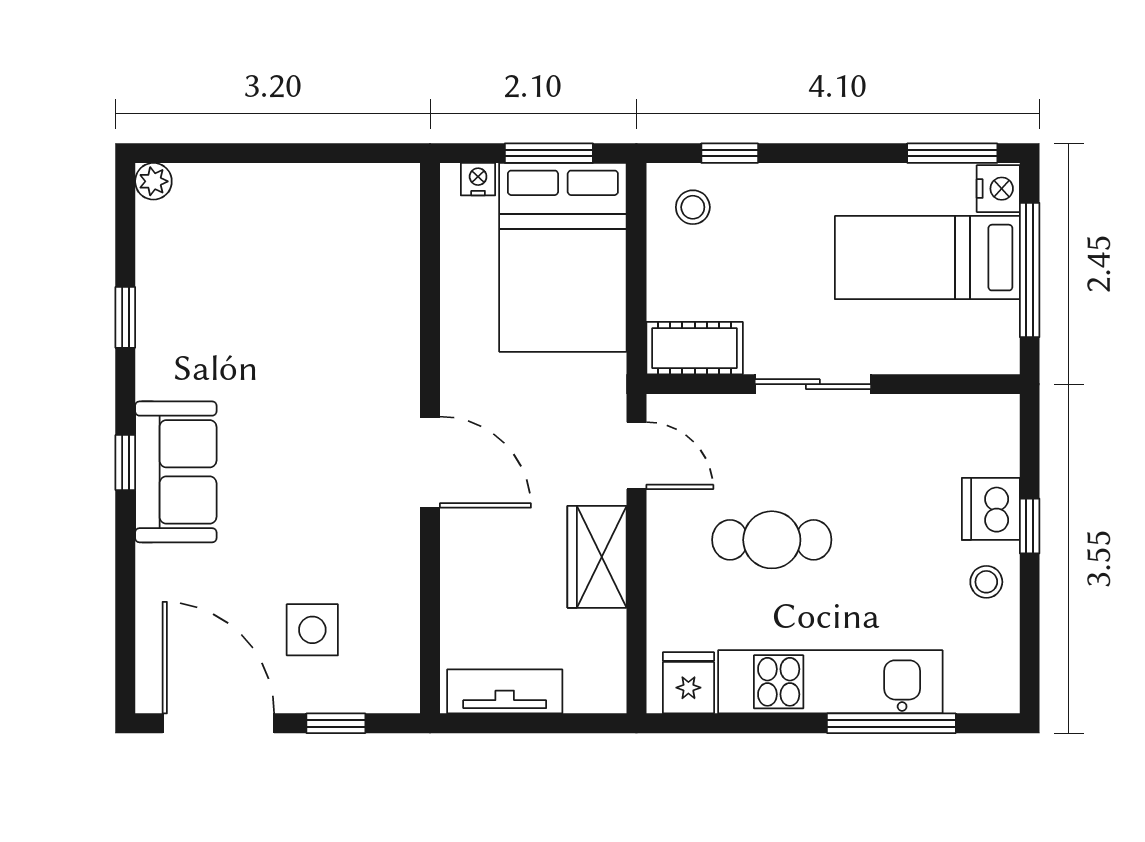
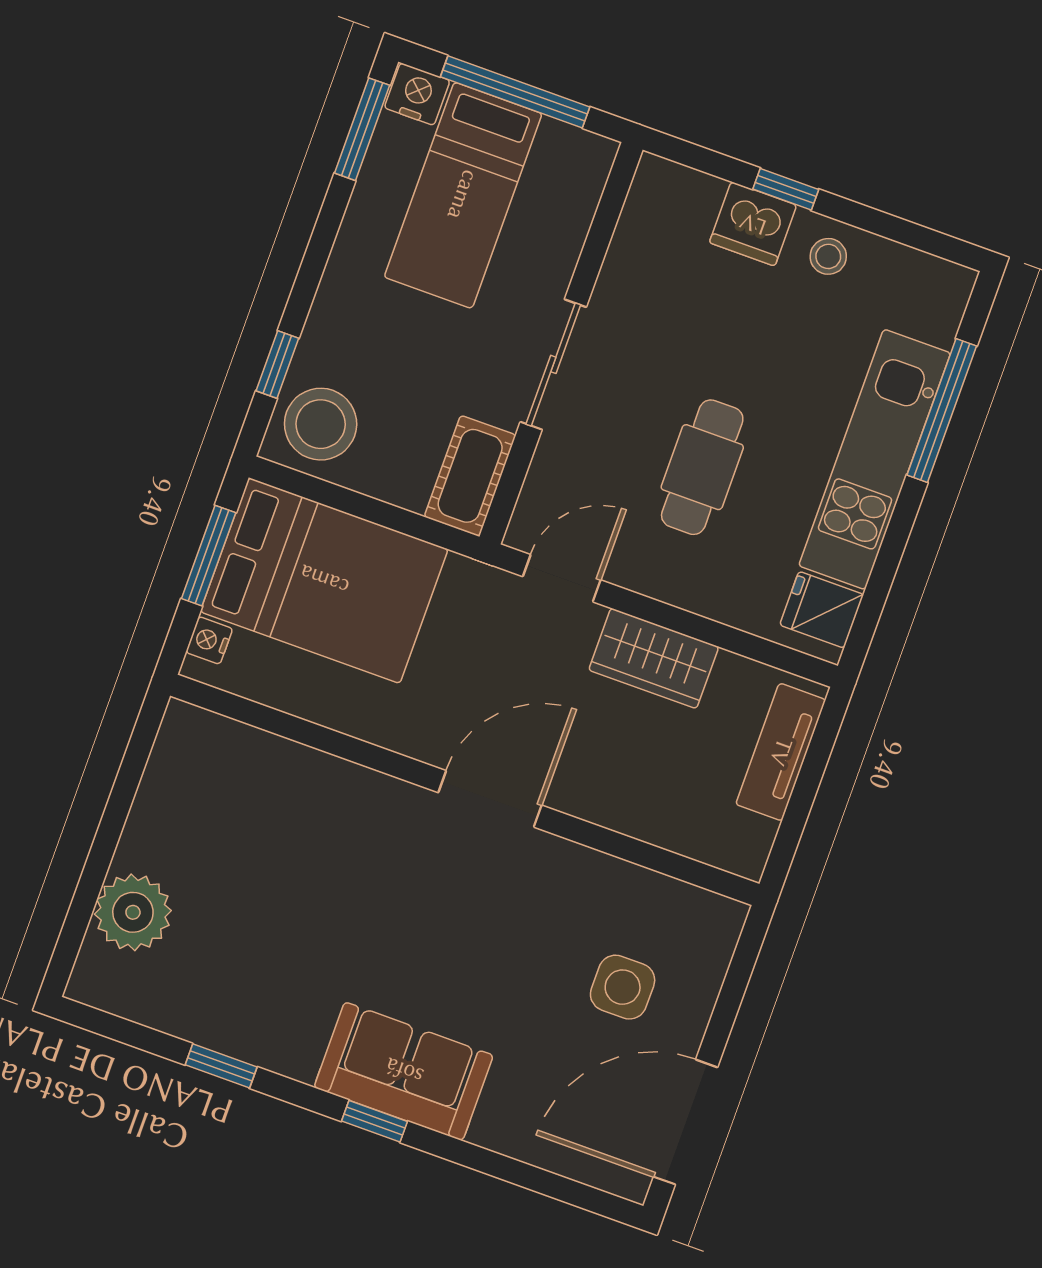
plant: (153, 181) -> (133, 912), moved, width x1.88, depth x1.88
stool: (693, 207) -> (321, 424), width x1.89, depth x1.89
tv unit: (505, 691) -> (781, 752), moved
window: (336, 723) -> (730, 998), removed

